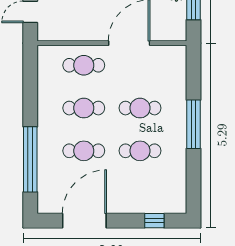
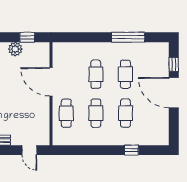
window: (193, 124) -> (128, 37), moved
window: (30, 159) -> (131, 150), width x0.32
door: (84, 221) -> (174, 93), moved

